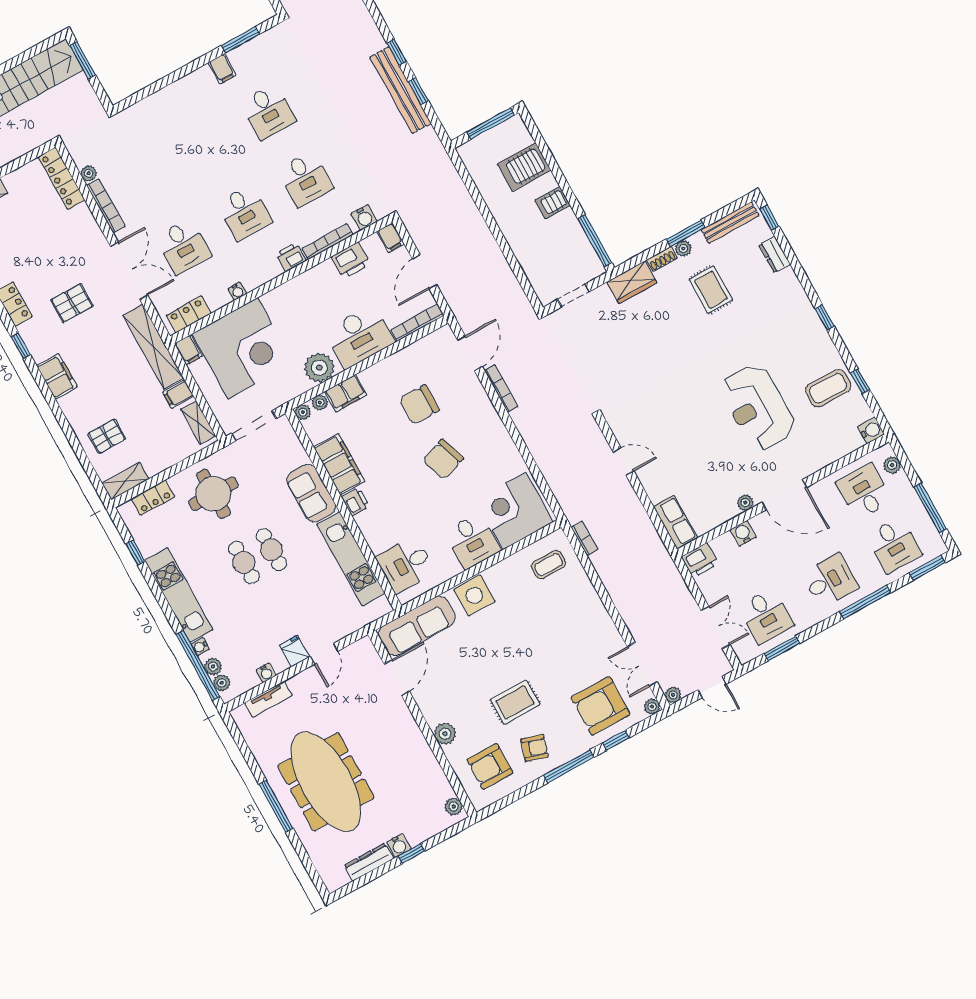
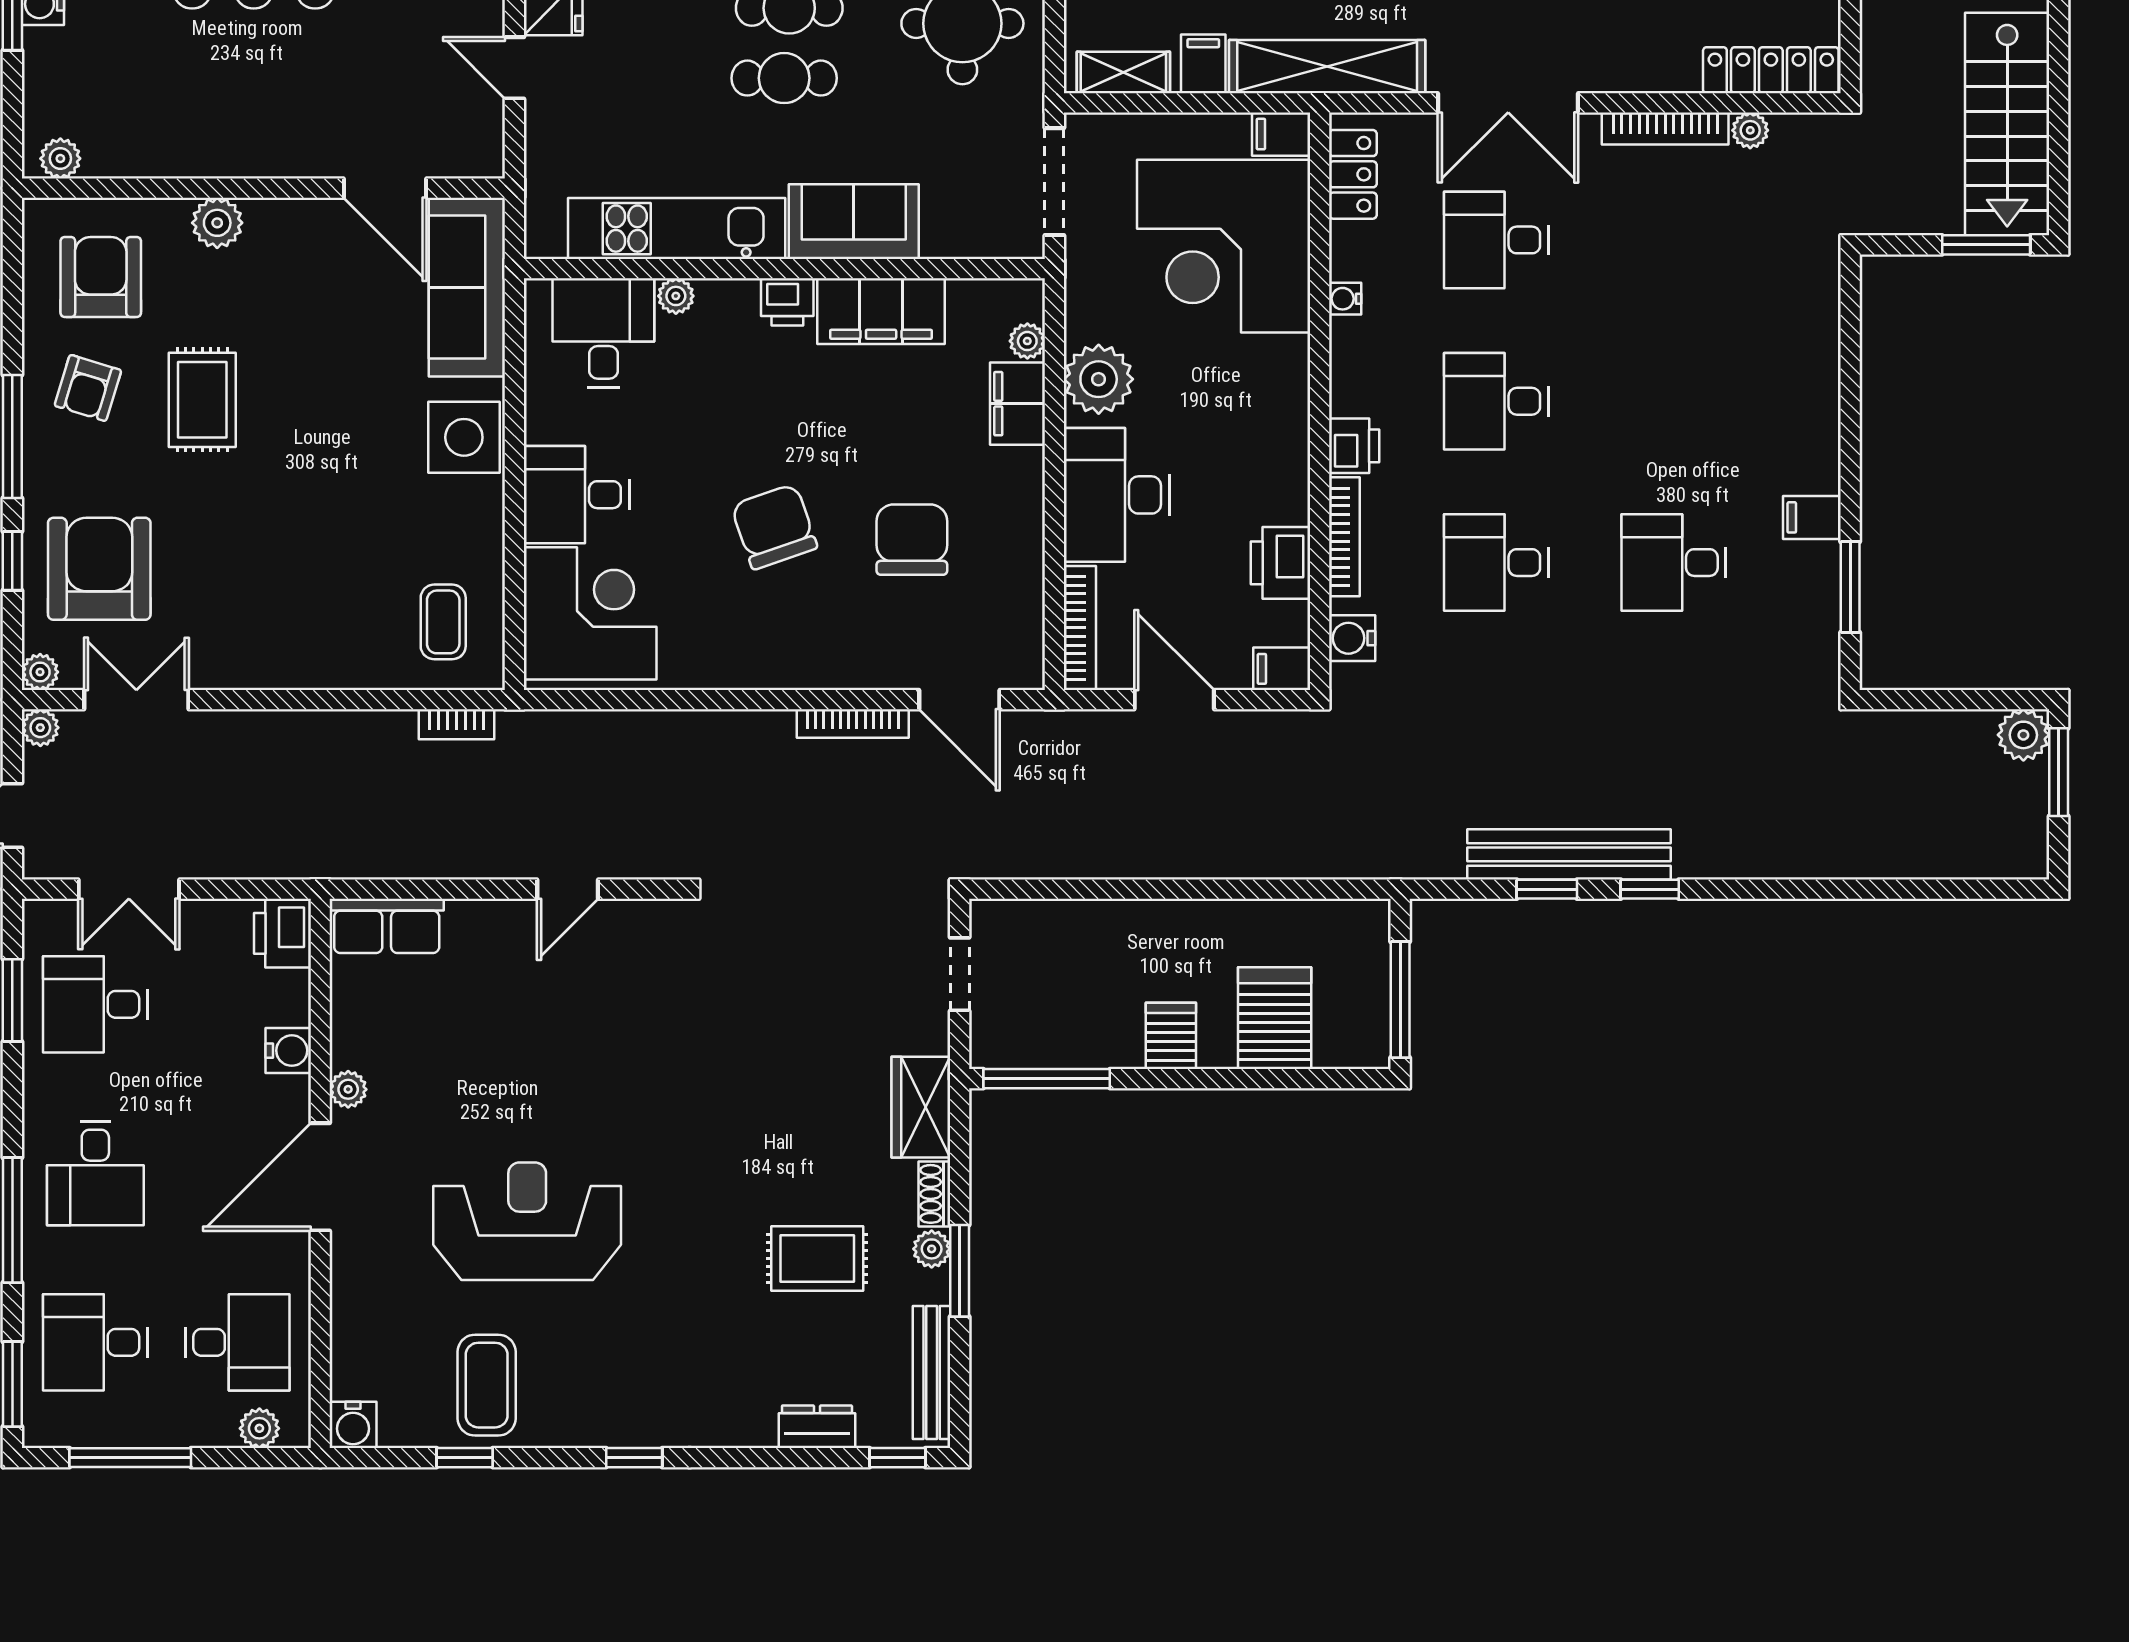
plant: (303, 412) -> (676, 296), moved

